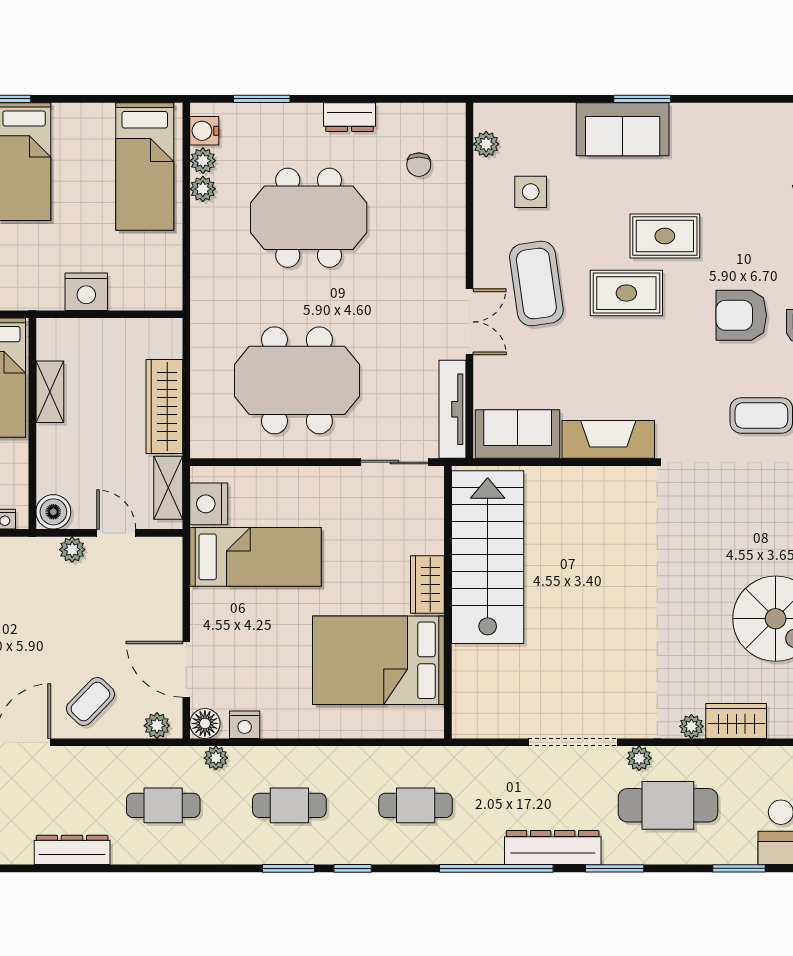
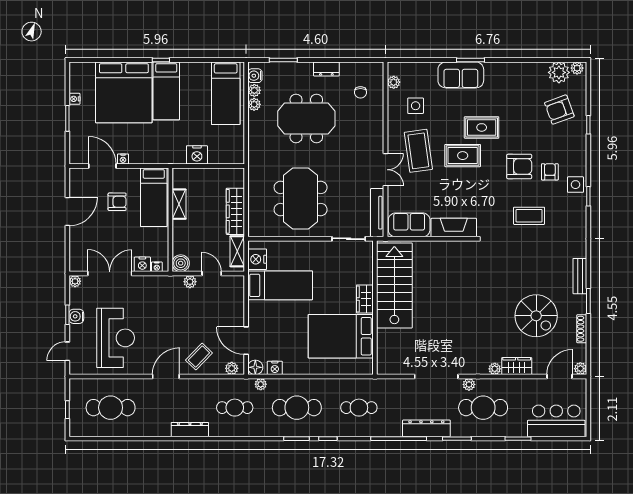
armchair: (741, 315) -> (519, 166), turned 180
meeting table: (297, 380) -> (301, 199), turned 90
cafe table: (289, 805) -> (297, 408), width x1.37, depth x1.35

